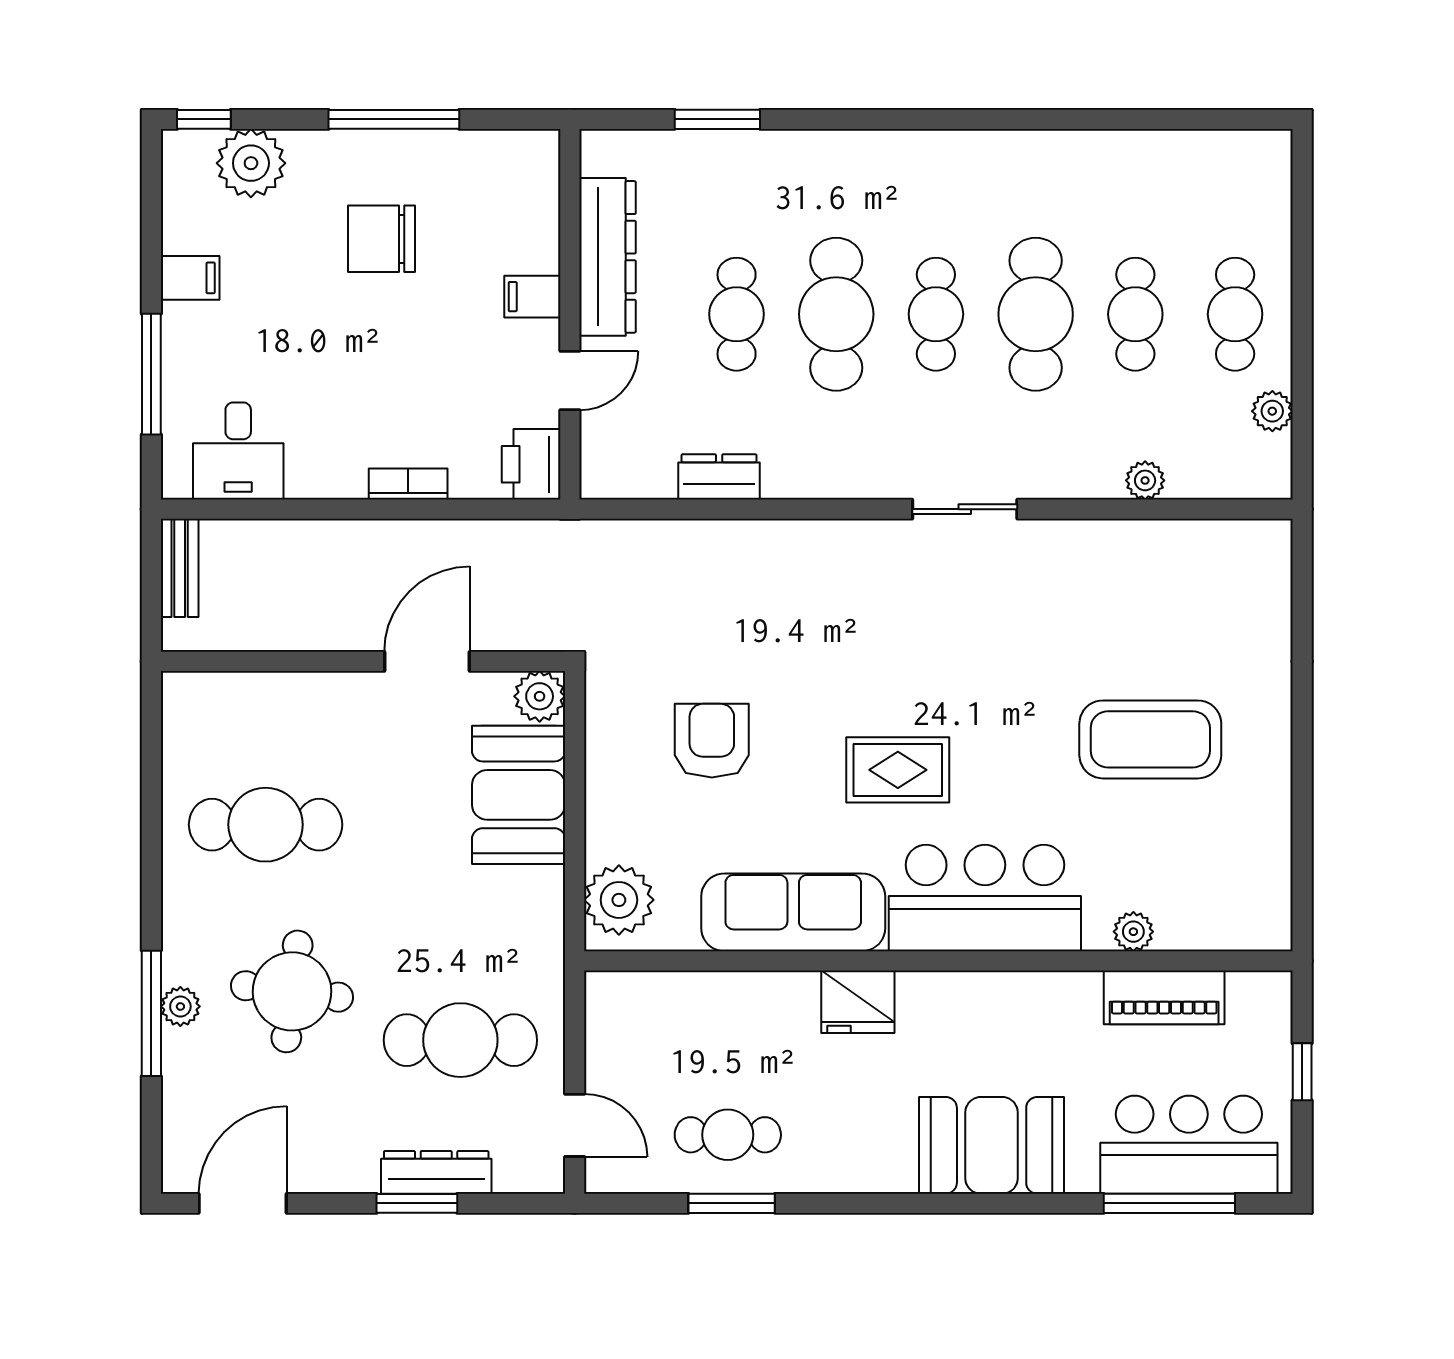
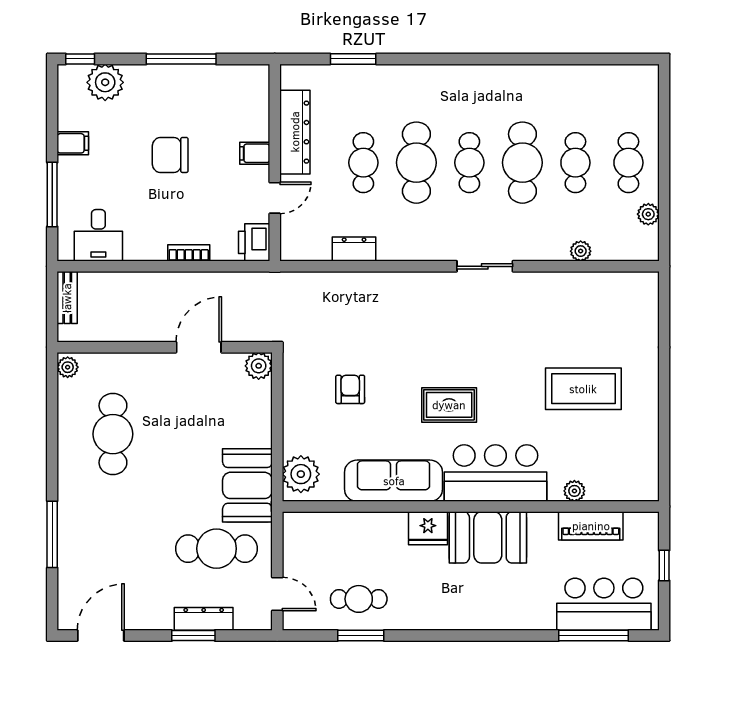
chair: (382, 239) -> (170, 155), moved
armchair: (712, 741) -> (350, 389), width x0.72, depth x0.72
booth: (519, 795) -> (247, 485), moved
cafe table: (266, 825) -> (113, 434), turned 90
round table: (292, 991) -> (127, 523), removed
plant: (180, 1006) -> (68, 367), moved
booth: (992, 1145) -> (488, 537), moved

